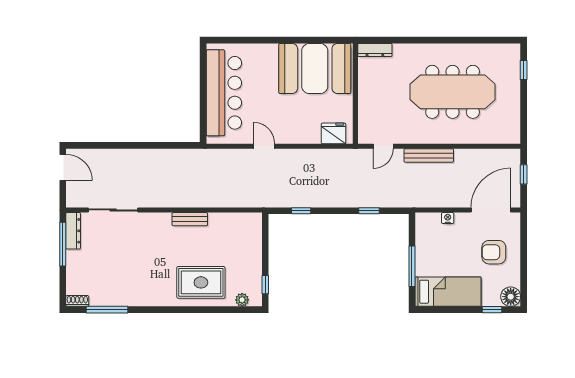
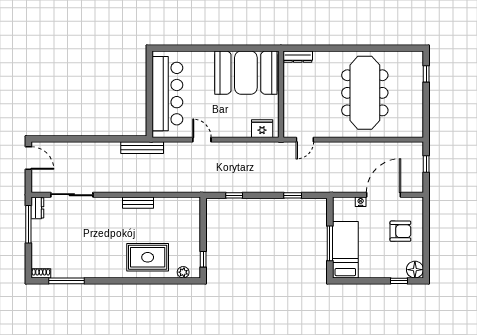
meeting table: (453, 92) -> (365, 93), turned 90
bench: (429, 155) -> (142, 148), moved
door: (491, 210) -> (383, 195), moved
dresser: (73, 231) -> (37, 208), width x0.70
armchair: (494, 252) -> (400, 231), turned 180
bed: (448, 292) -> (345, 250), moved, turned -90

